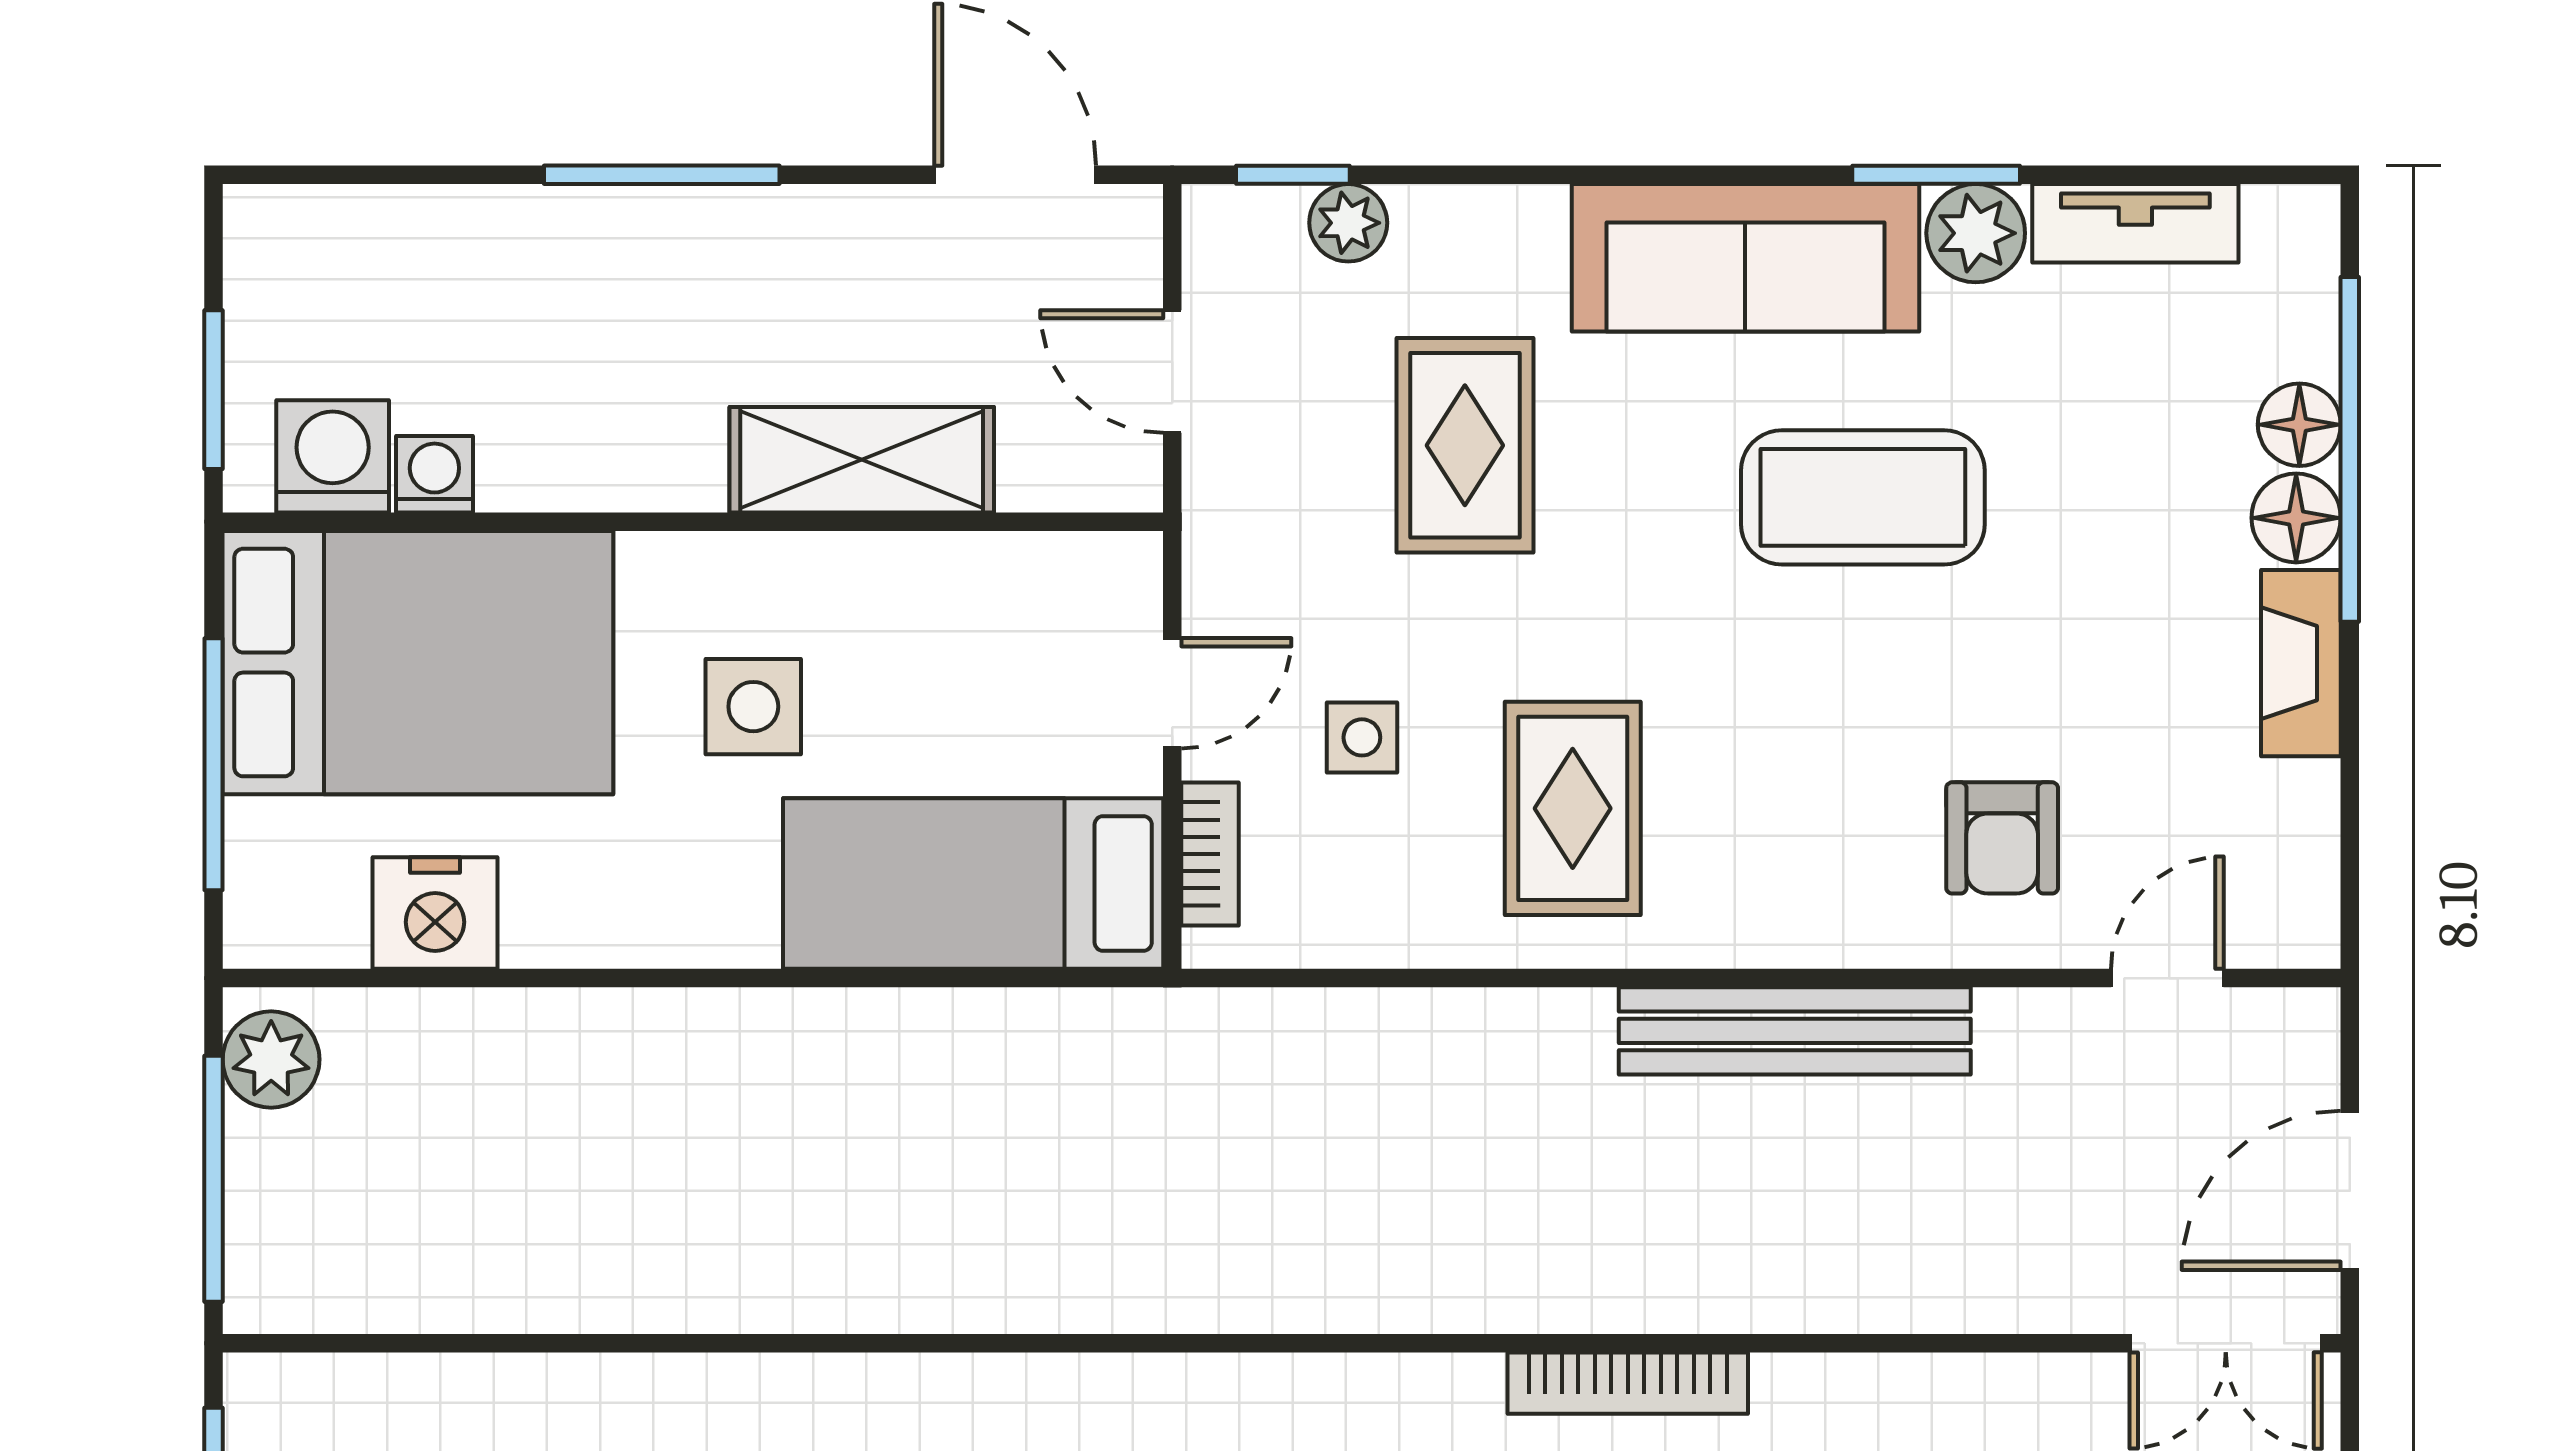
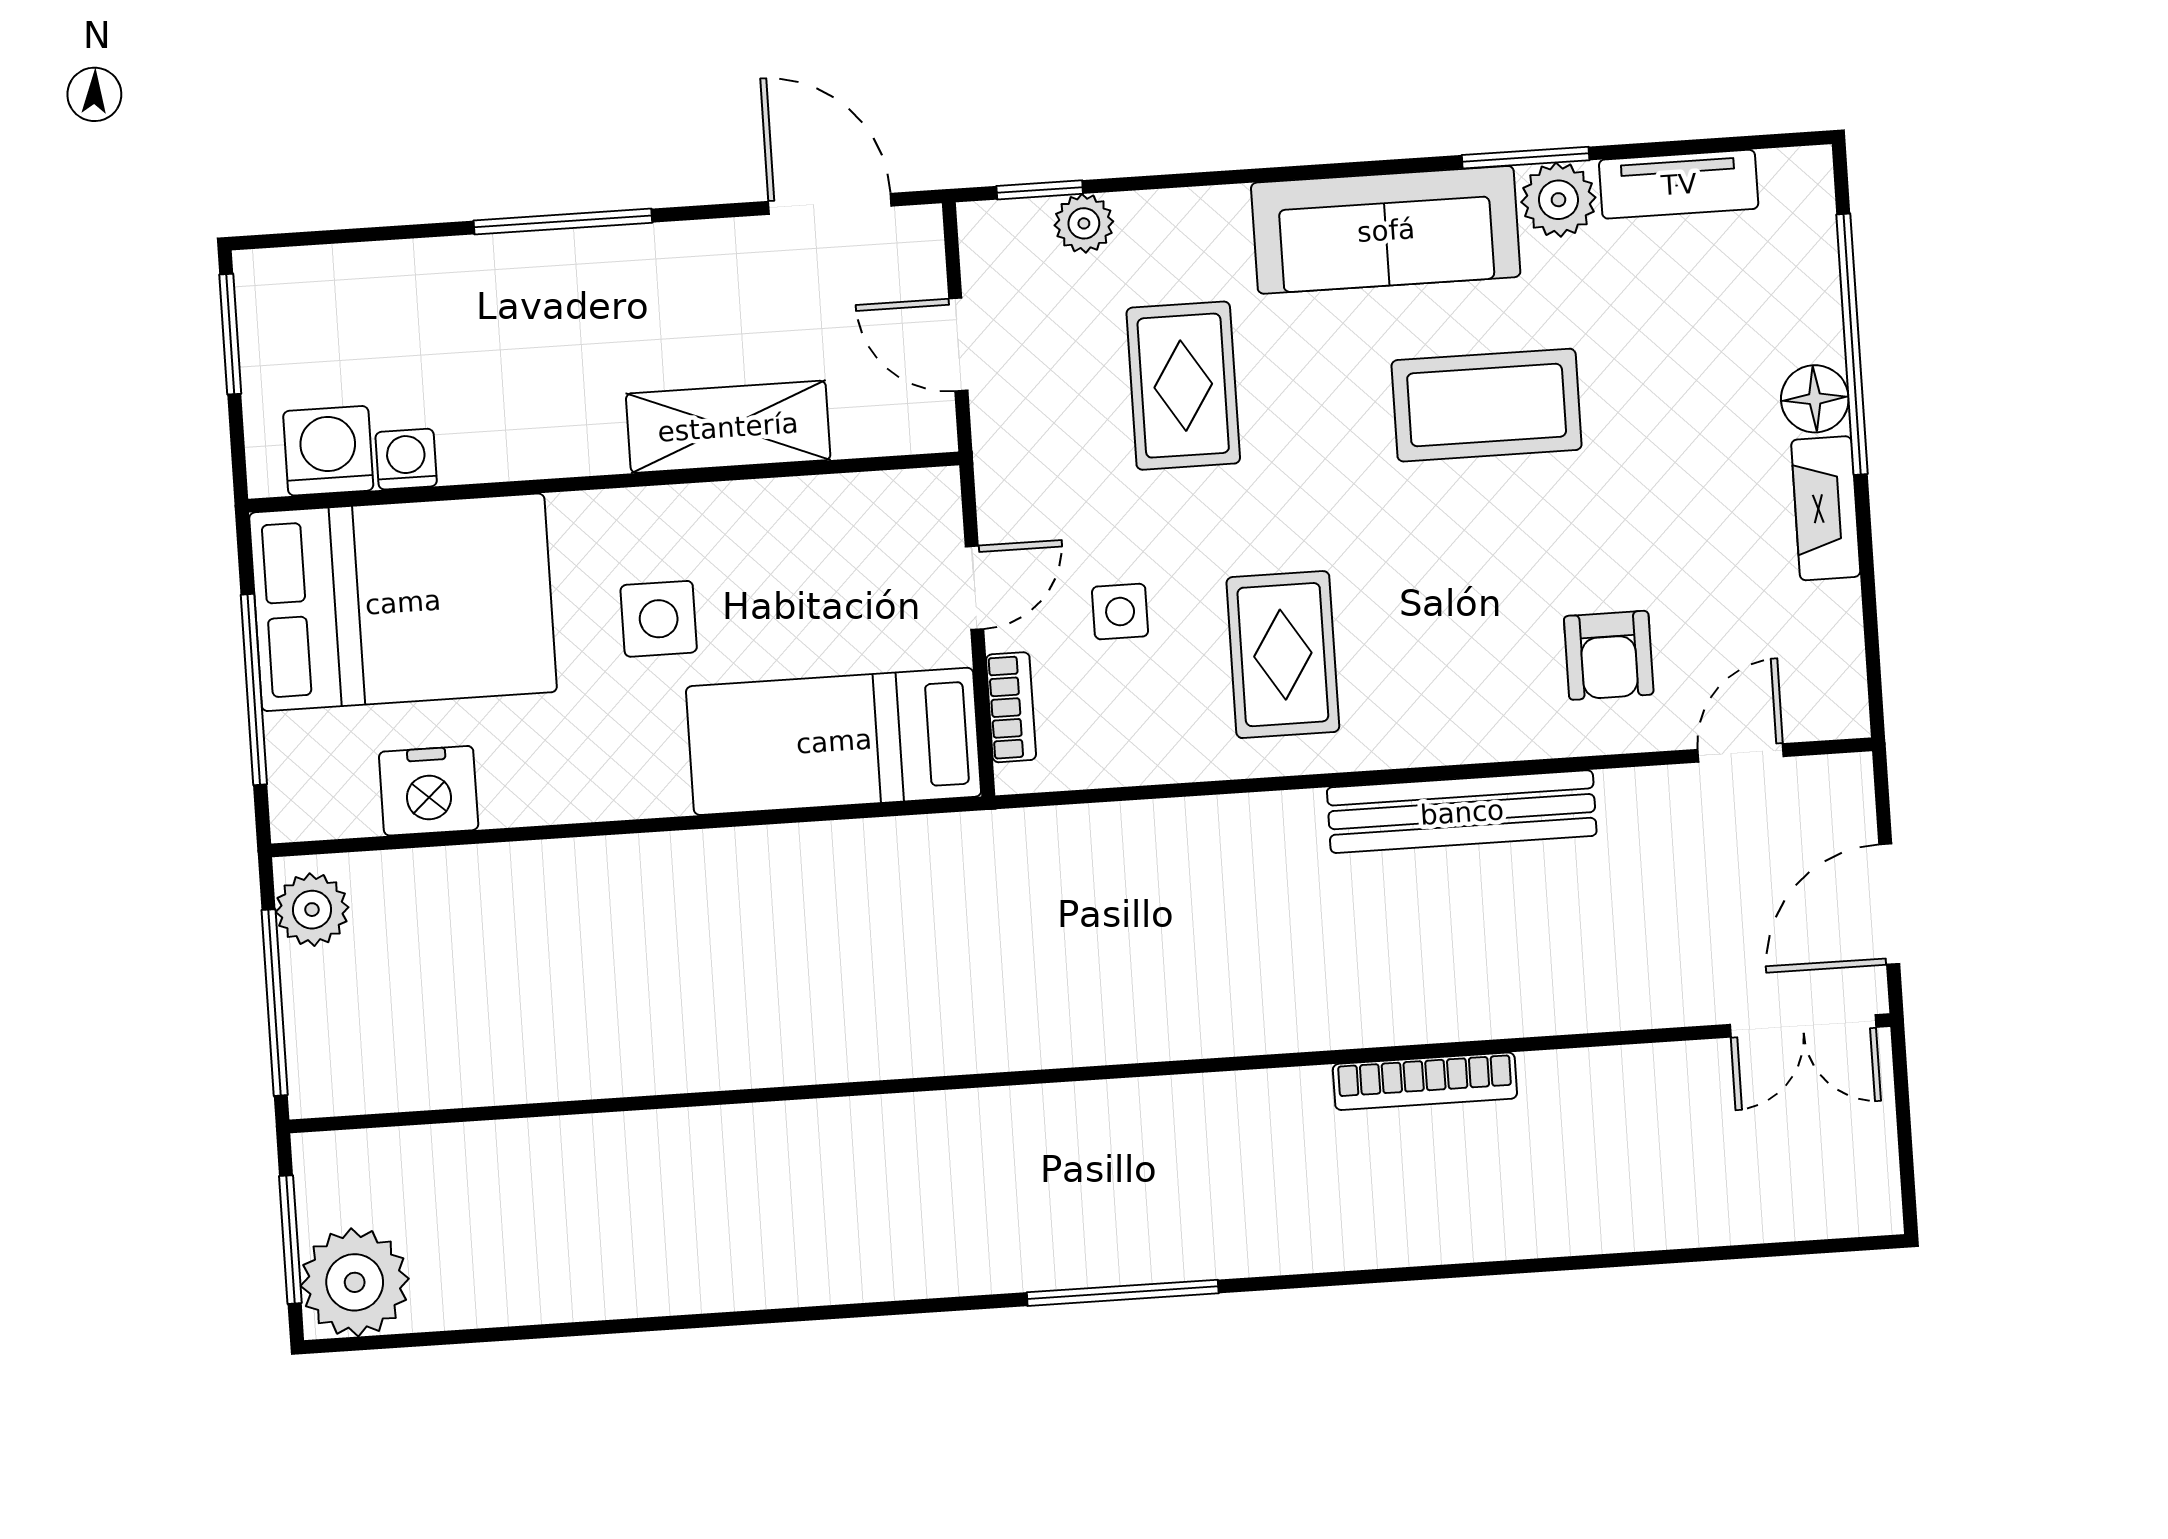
window: (214, 390) -> (230, 334), moved
floor lamp: (2299, 425) -> (1813, 328), removed
bookcase: (1628, 1383) -> (1425, 1081), moved

